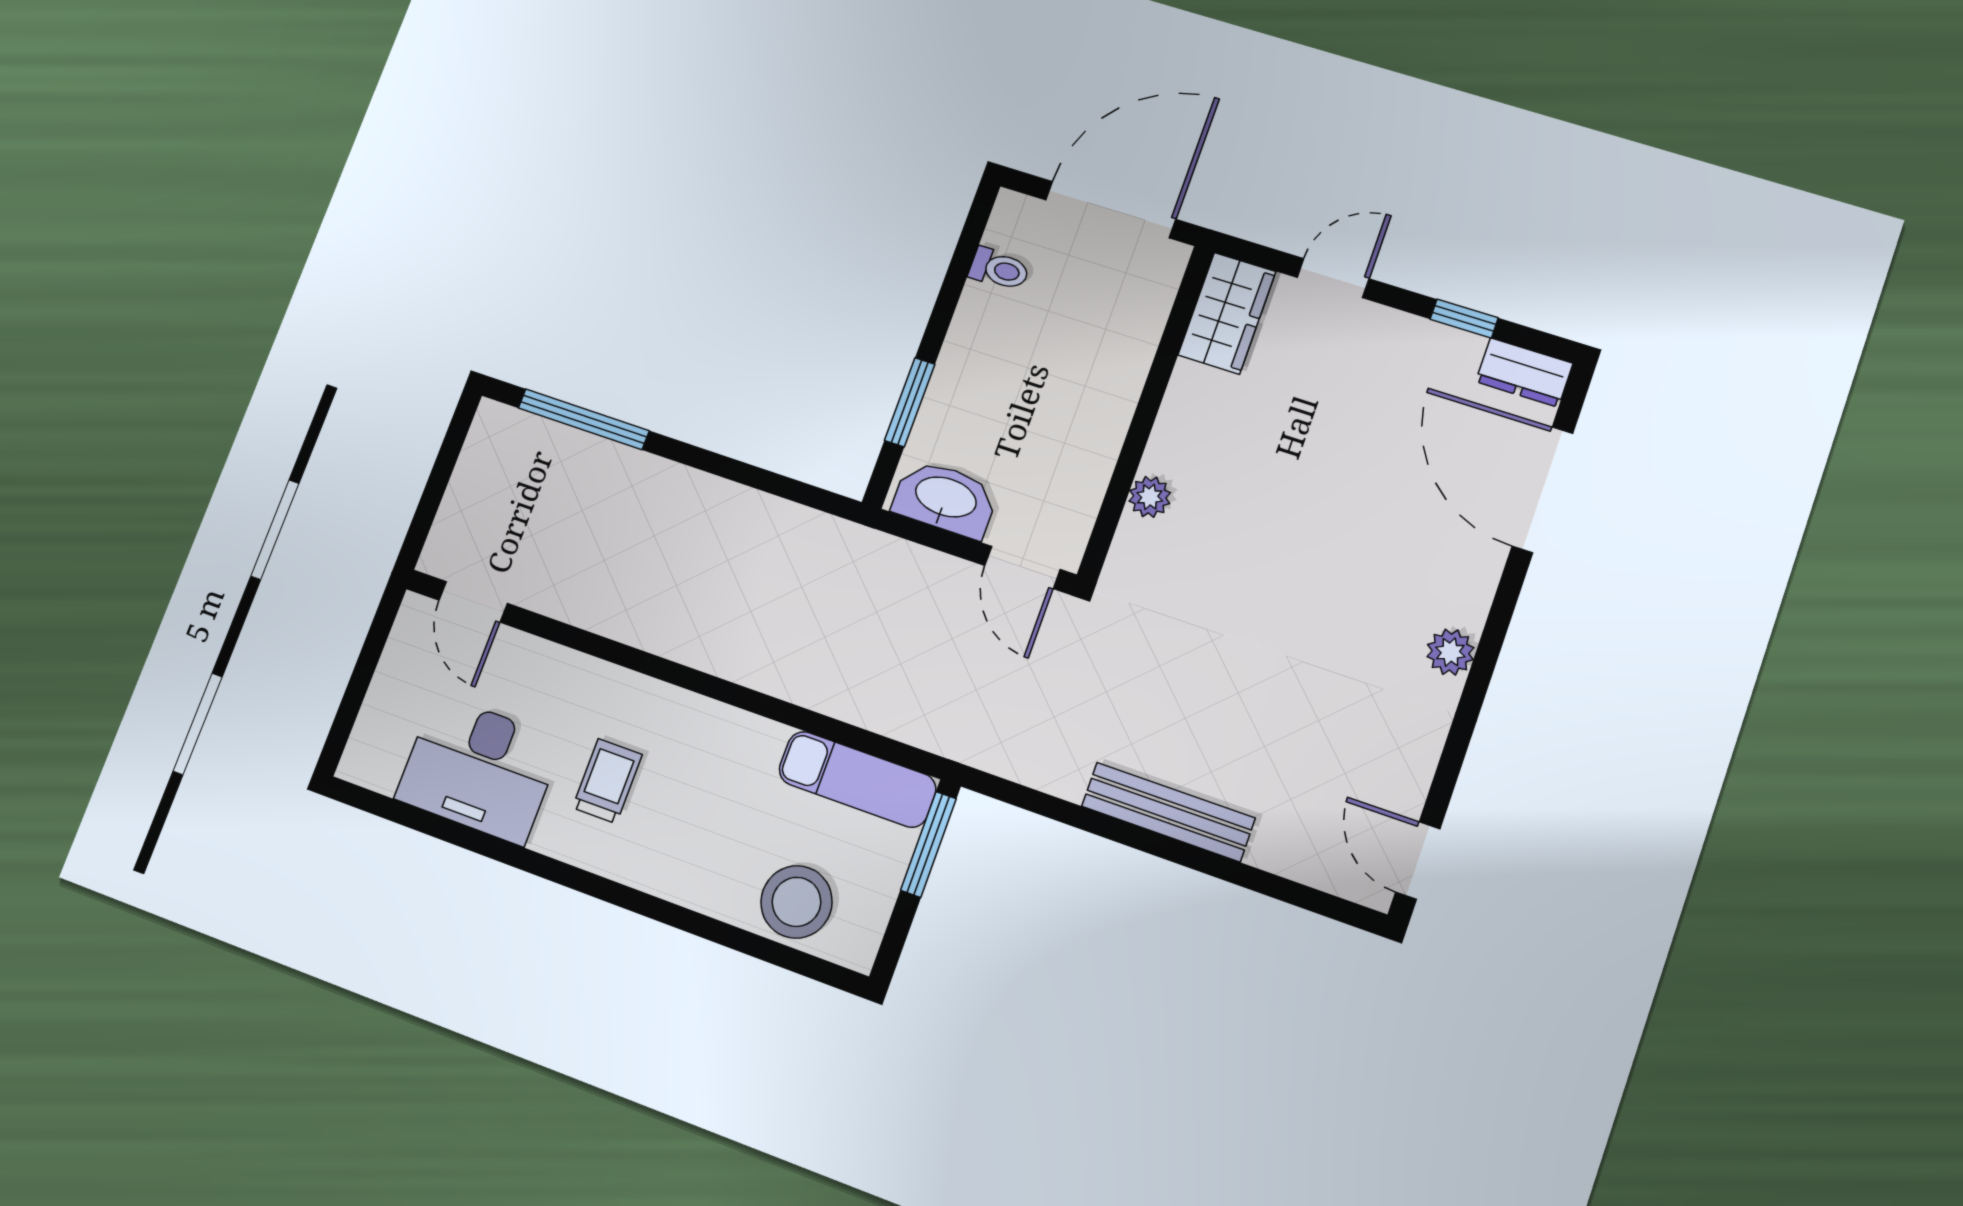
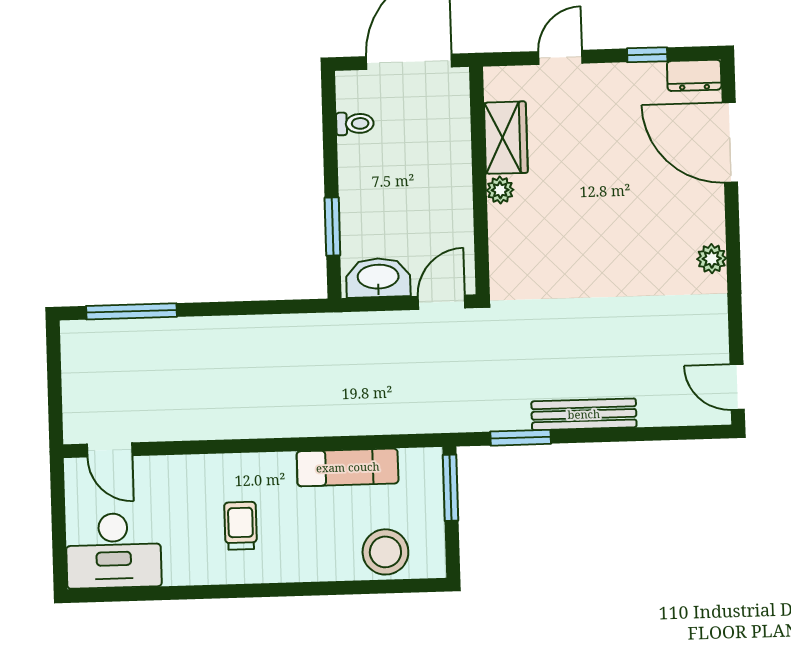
wardrobe: (1227, 313) -> (506, 138), moved
plant: (1150, 497) -> (500, 190), moved
door: (1022, 567) -> (442, 302), swing flipped
desk: (479, 769) -> (114, 551), moved
exam couch: (857, 779) -> (348, 467), moved
window: (1060, 810) -> (521, 438), added

